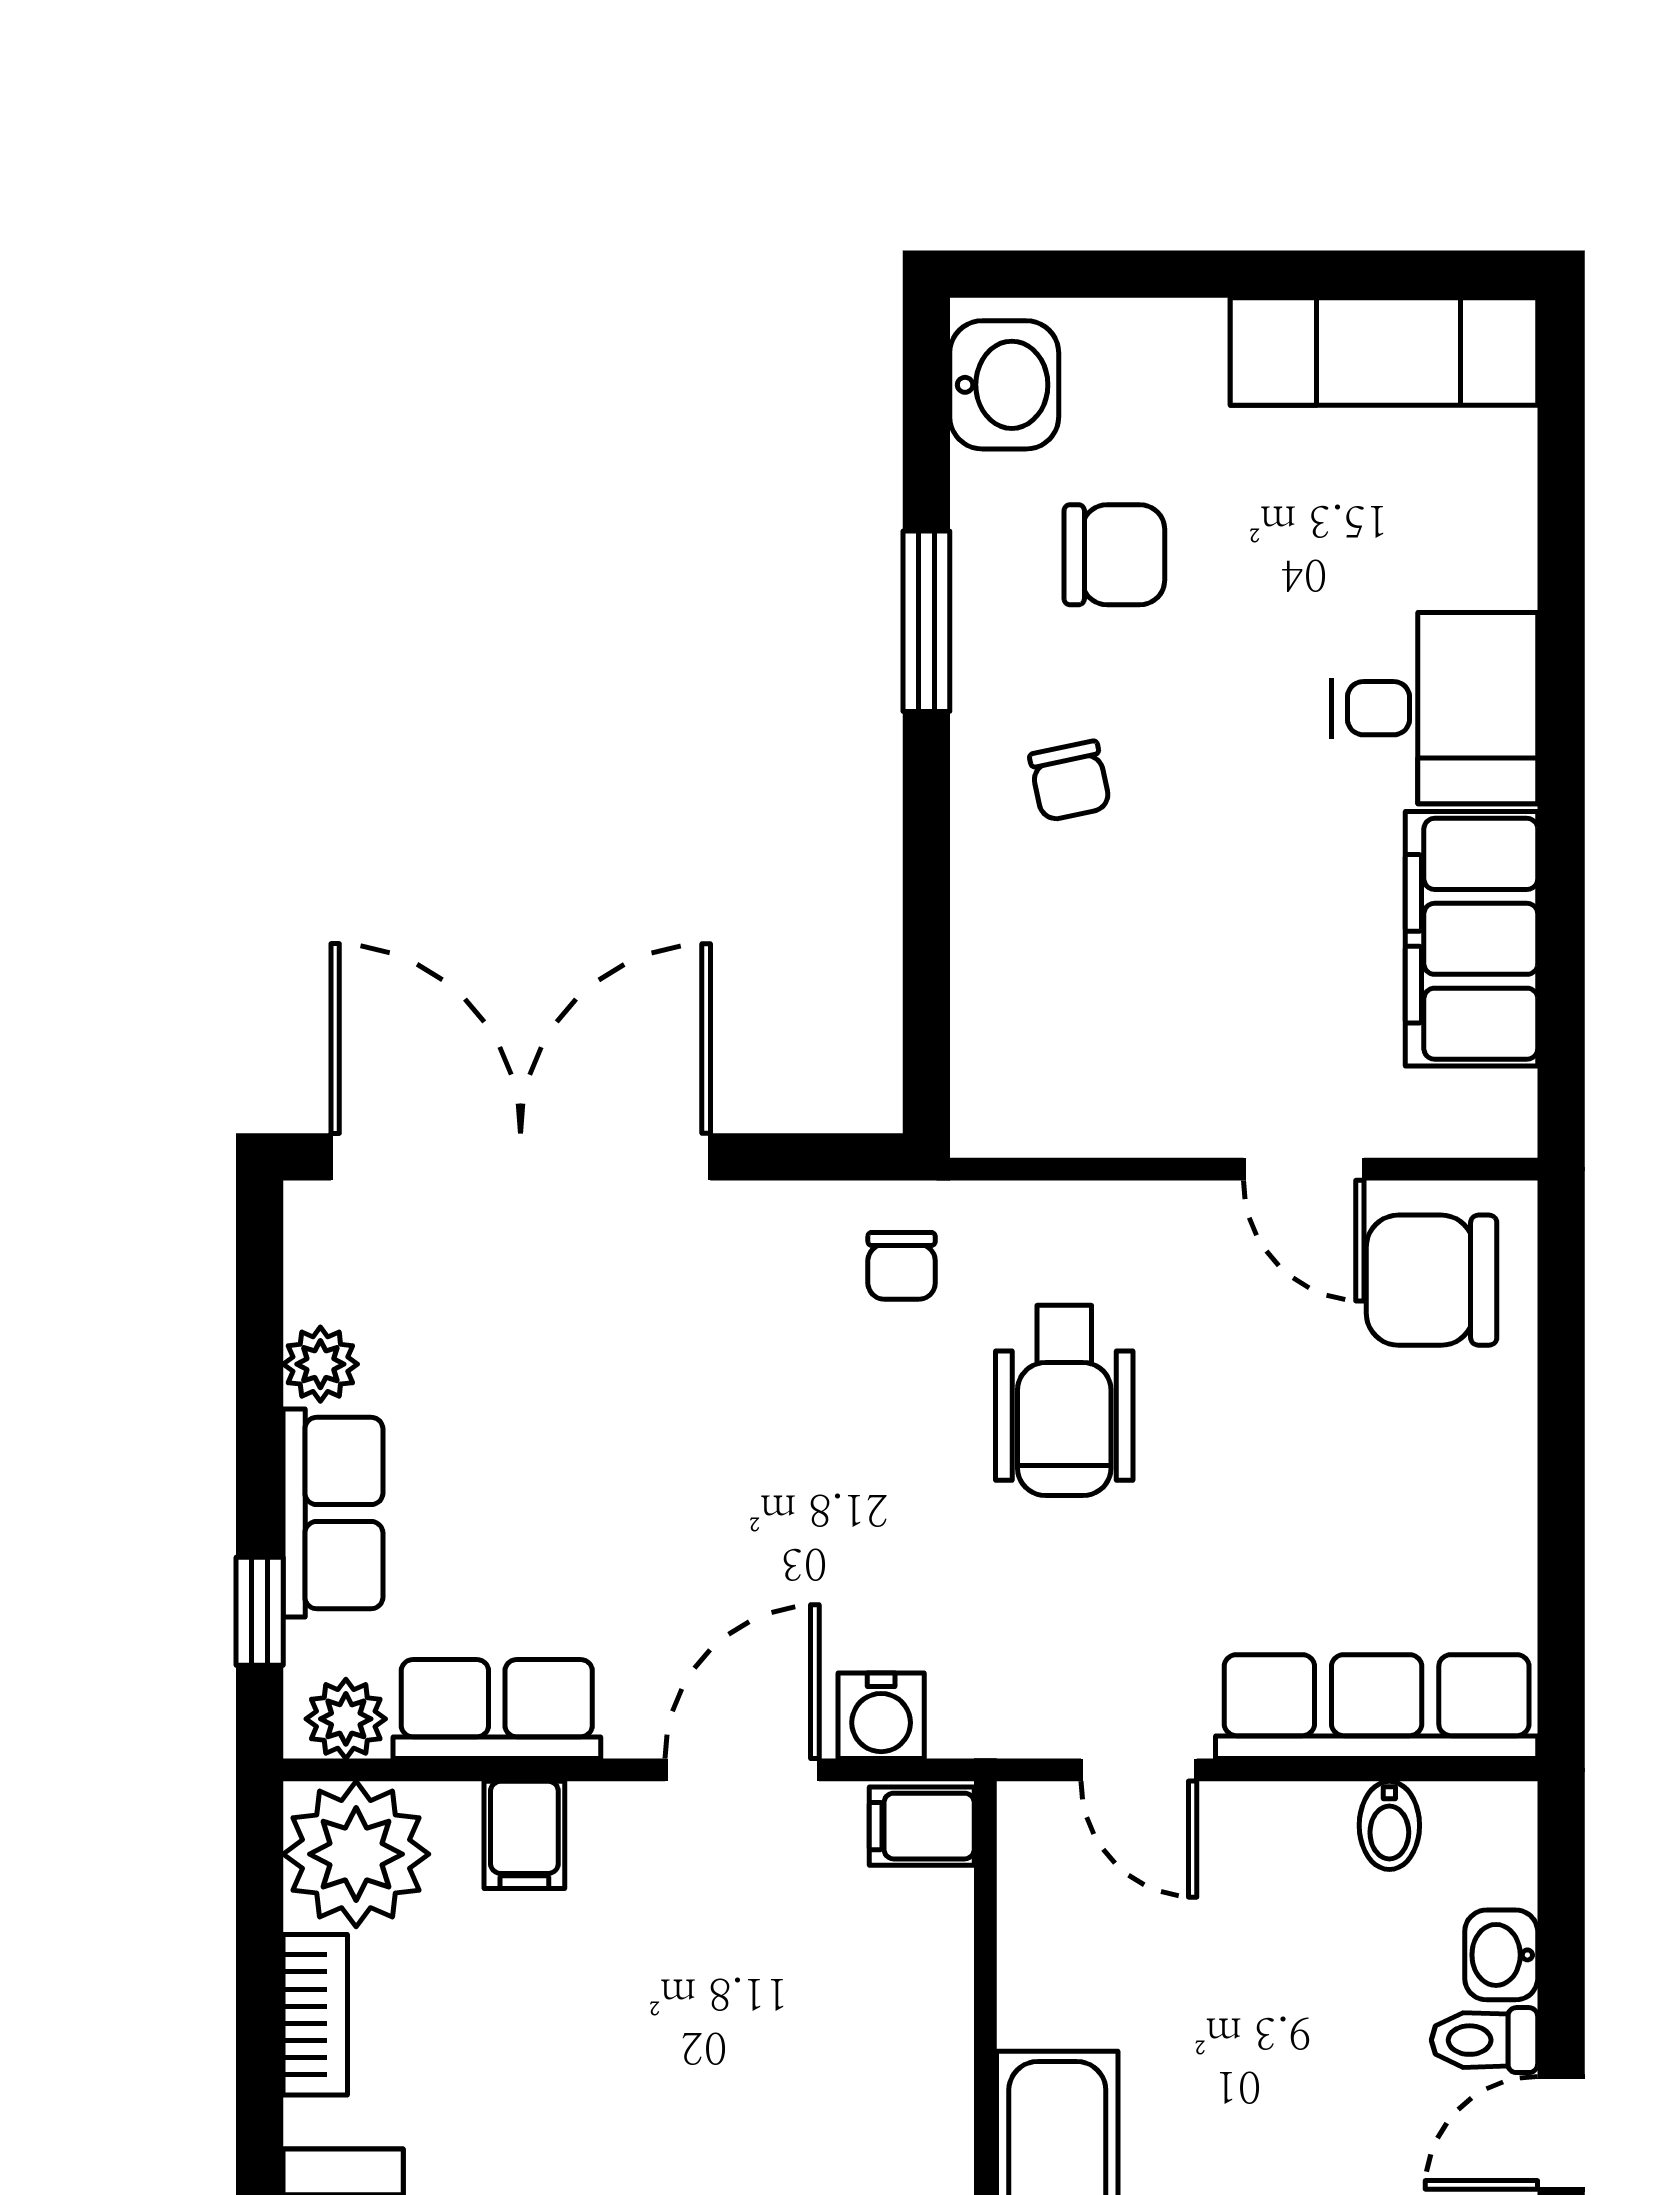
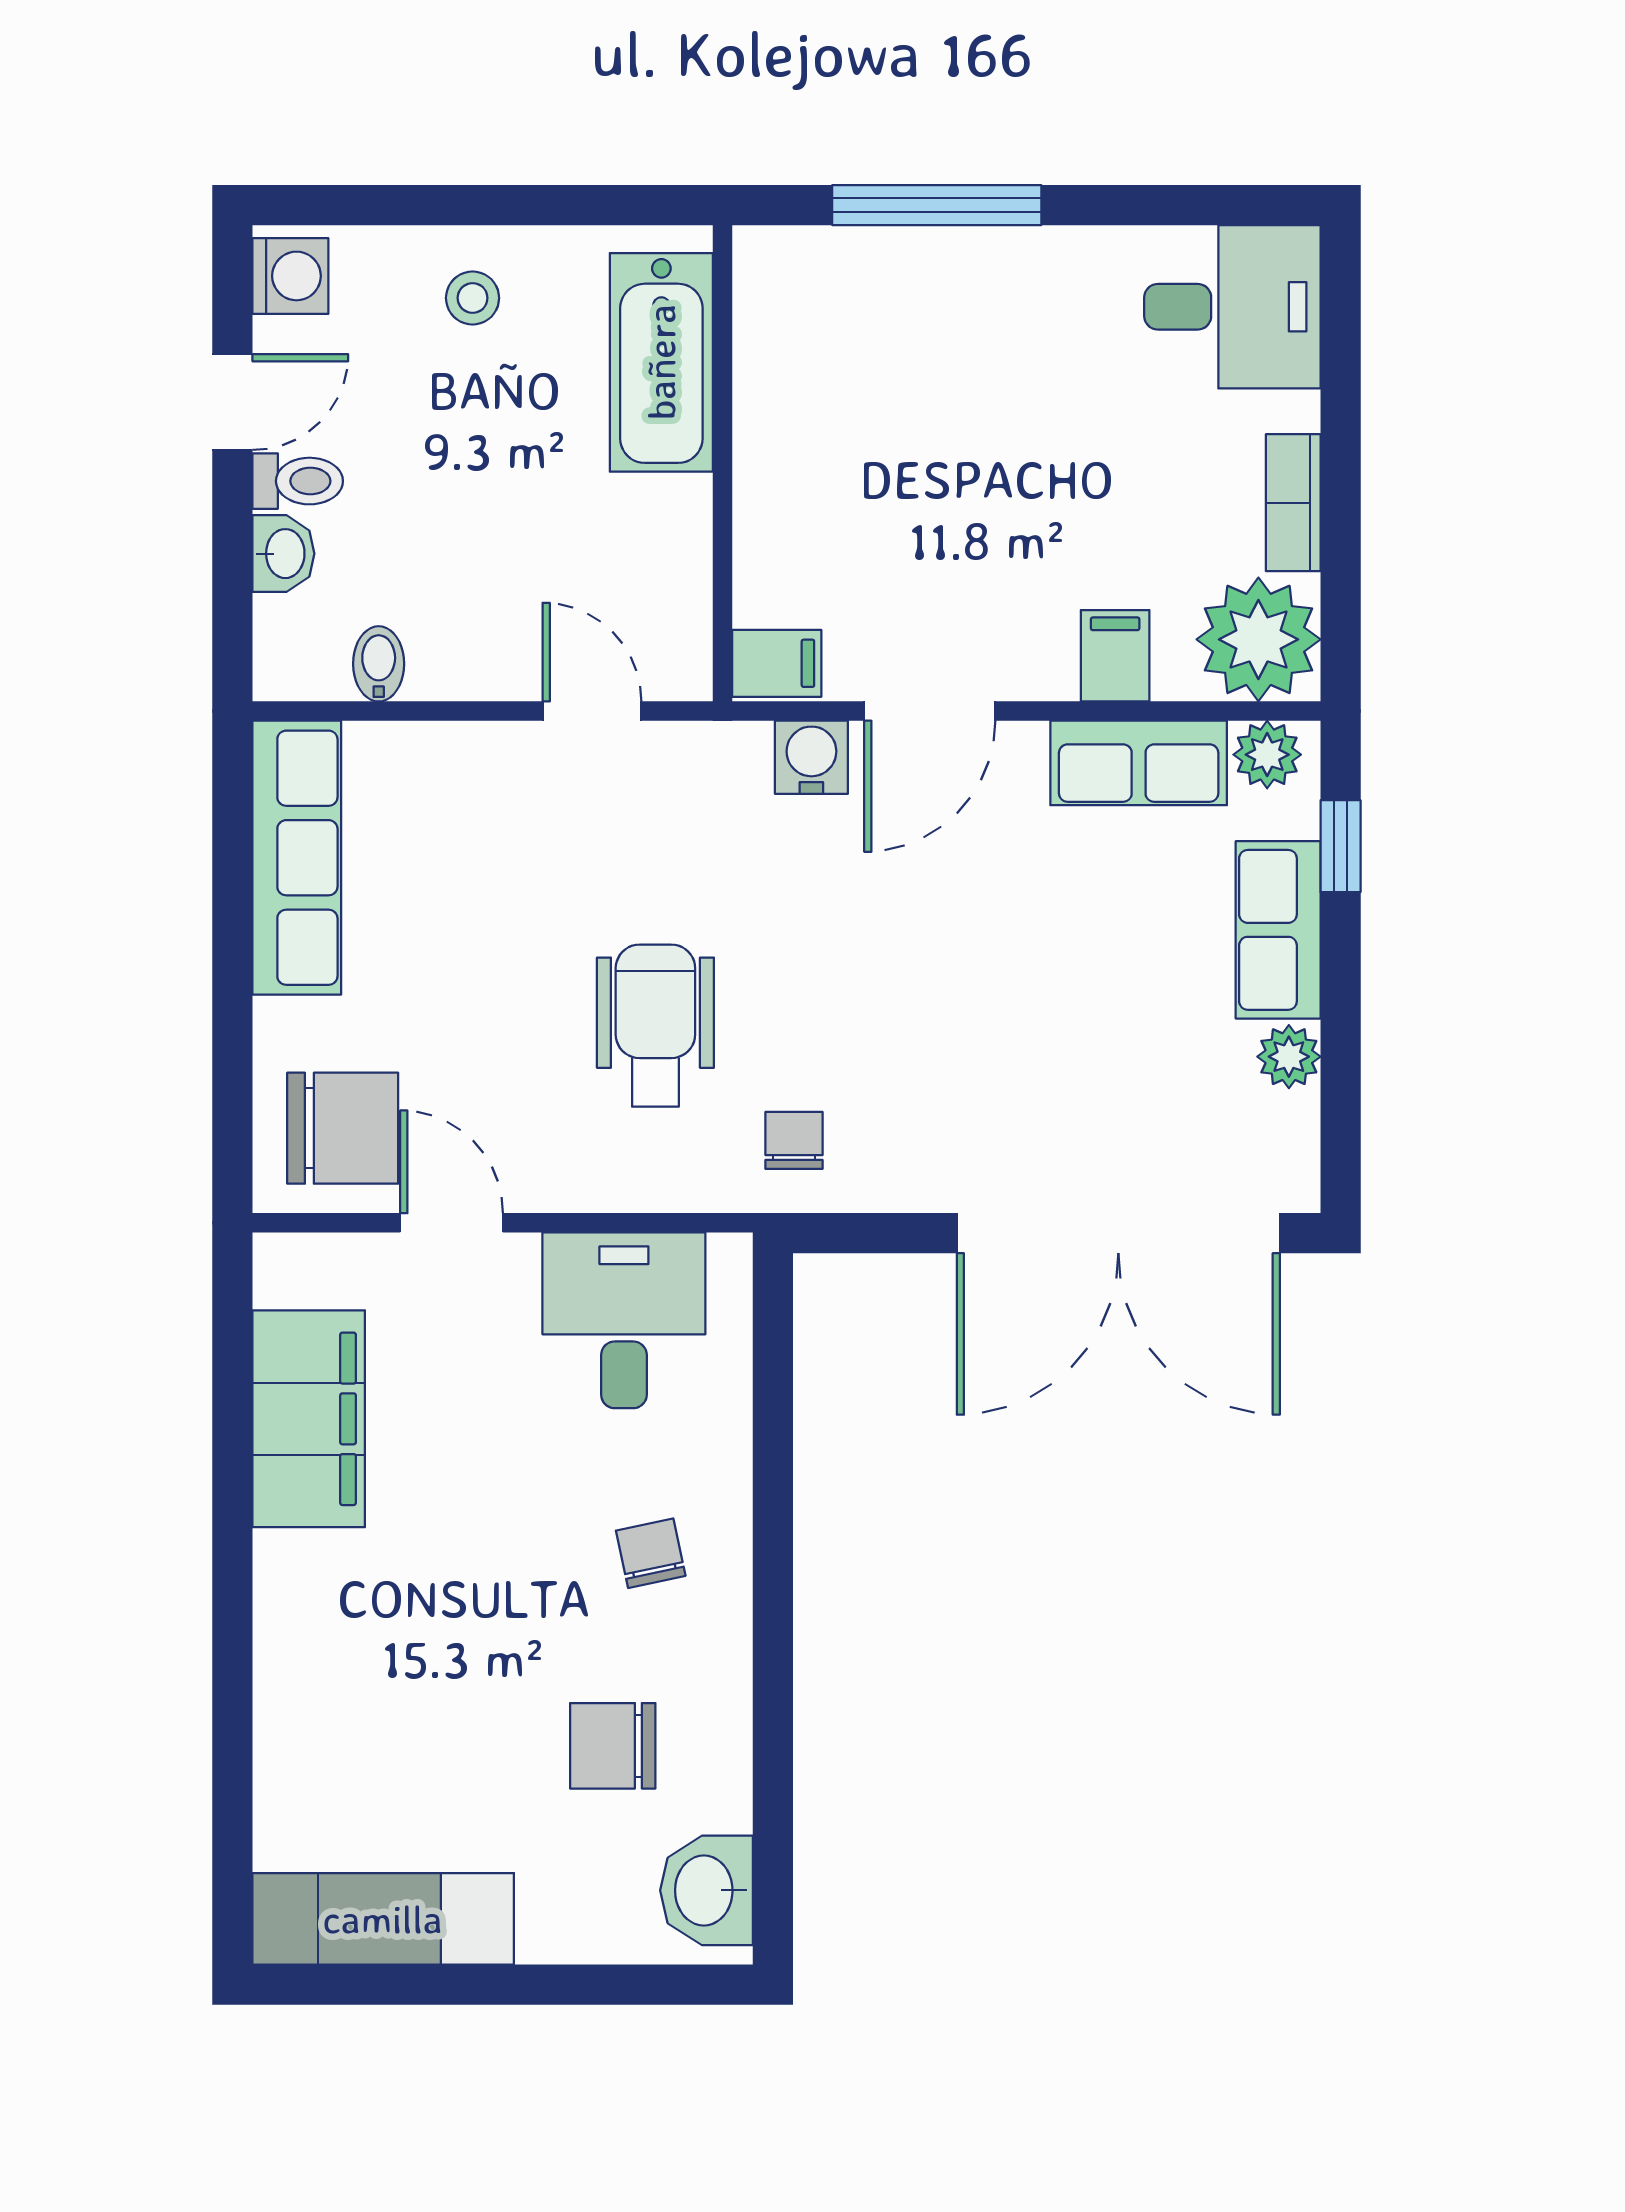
window: (926, 621) -> (773, 1689), removed
desk: (1434, 708) -> (624, 1320), moved, turned 90
row of seats: (1377, 1707) -> (297, 858), moved, turned -90

